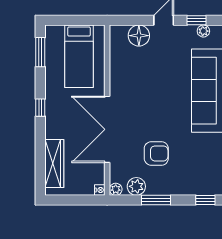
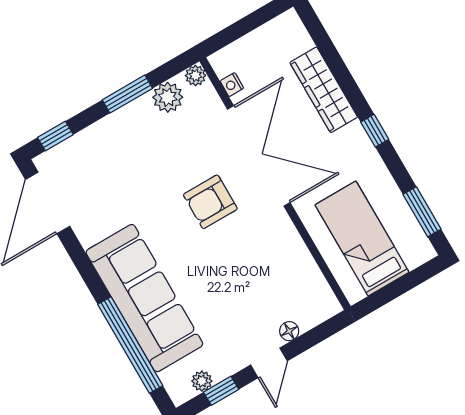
floor lamp: (139, 36) -> (289, 331), width x0.53, depth x0.53
armchair: (156, 153) -> (210, 202), moved
wardrobe: (54, 164) -> (324, 90), moved
nightstand: (100, 190) -> (232, 85), moved

